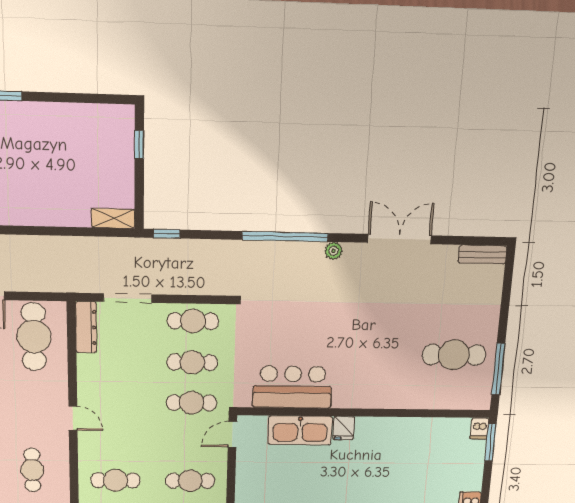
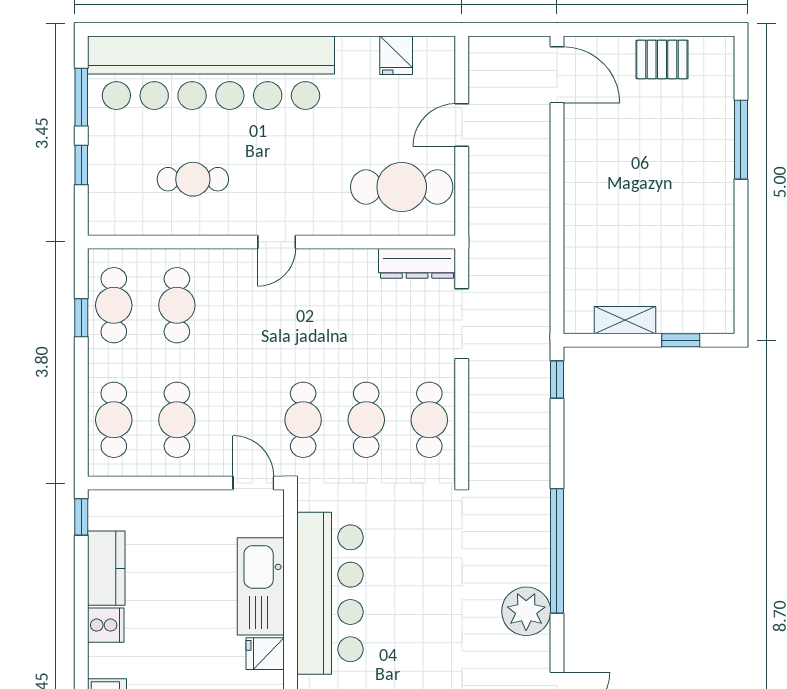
shelving: (113, 218) -> (625, 320), moved, turned 90
plant: (334, 251) -> (526, 611), width x1.88, depth x1.88
bar counter: (292, 387) -> (330, 593), width x1.36

